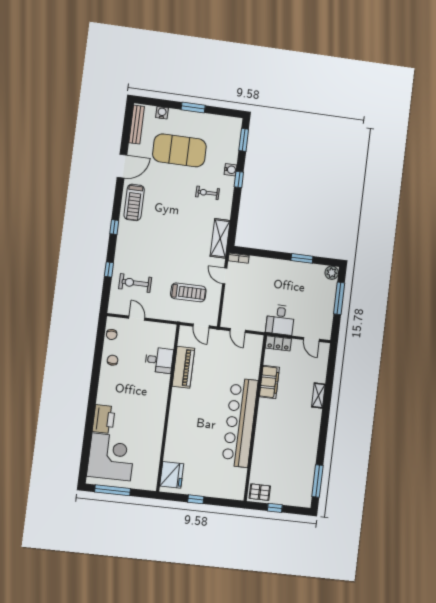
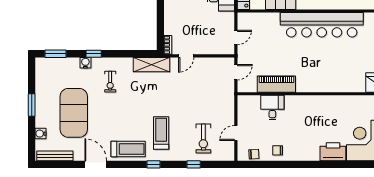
treadmill: (188, 292) -> (161, 133), moved

